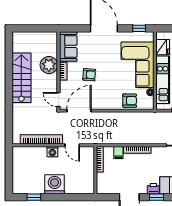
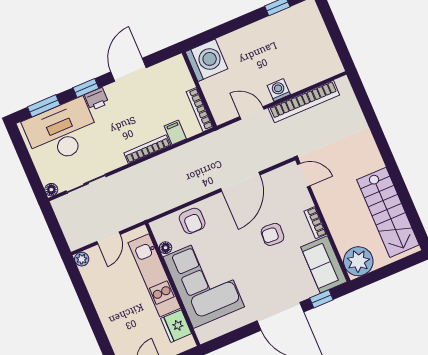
window: (139, 28) -> (321, 299), moved
plant: (49, 65) -> (358, 261), moved
stairs: (21, 78) -> (388, 212), moved
armchair: (130, 101) -> (192, 221), turned -90
door: (79, 111) -> (240, 182), moved
washing machine: (55, 184) -> (207, 60), moved, turned -90

